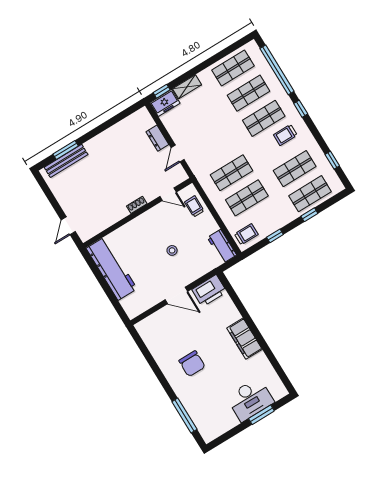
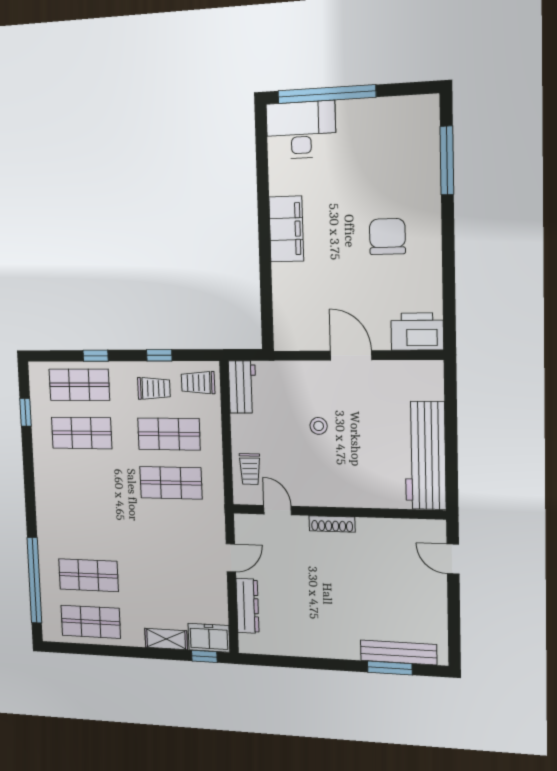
window: (301, 109) -> (31, 509), removed
shop shelf: (264, 118) -> (86, 528), removed
trolley: (285, 135) -> (154, 388), moved
dresser: (157, 138) -> (247, 606), width x1.44
shoe rack: (137, 205) -> (332, 524), width x1.43
door: (68, 226) -> (453, 559), swing flipped
printer: (209, 291) -> (417, 332), moved
desk: (250, 399) -> (301, 130), moved
window: (261, 415) -> (327, 94), width x2.11

